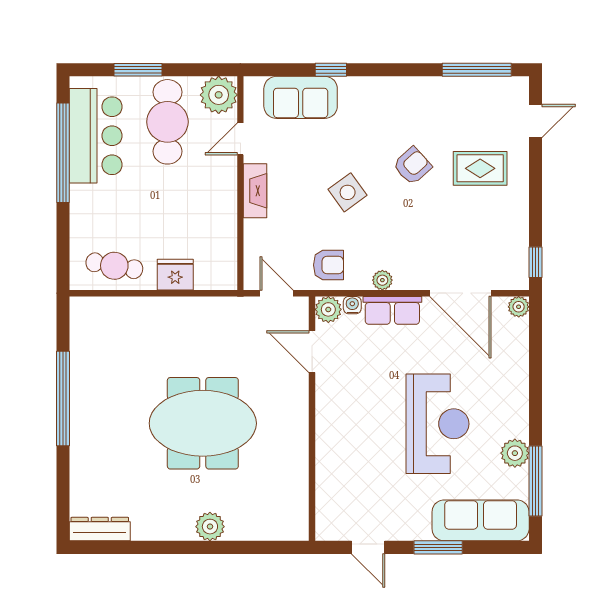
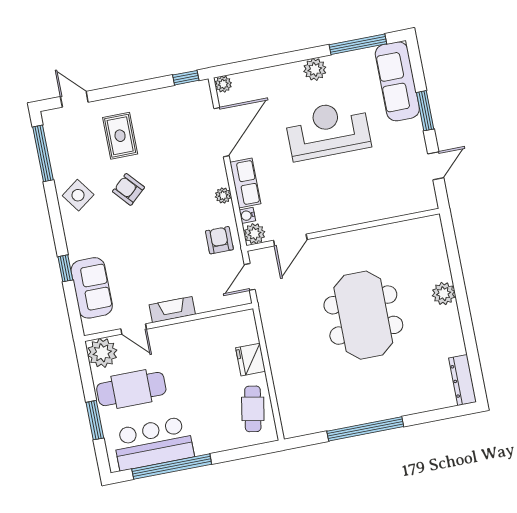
side table: (348, 192) -> (78, 195), moved
plant: (515, 453) -> (315, 69), moved

